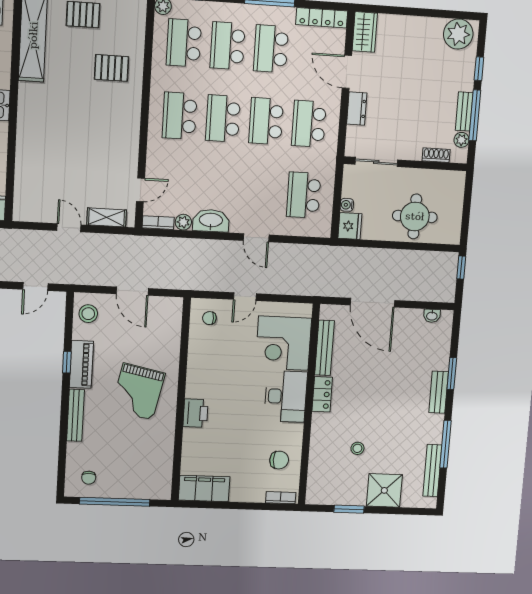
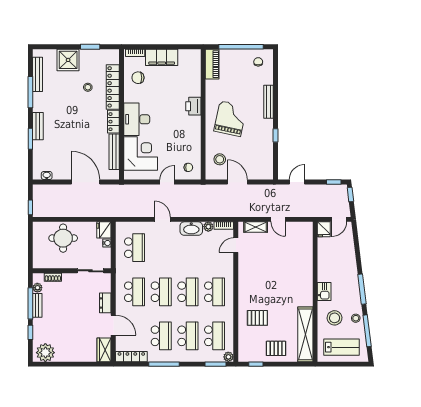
stool: (88, 314) -> (220, 159), moved
piano: (81, 364) -> (212, 64), moved, turned 180
locker: (319, 447) -> (113, 87), added
filing cabinet: (204, 488) -> (162, 57), moved

